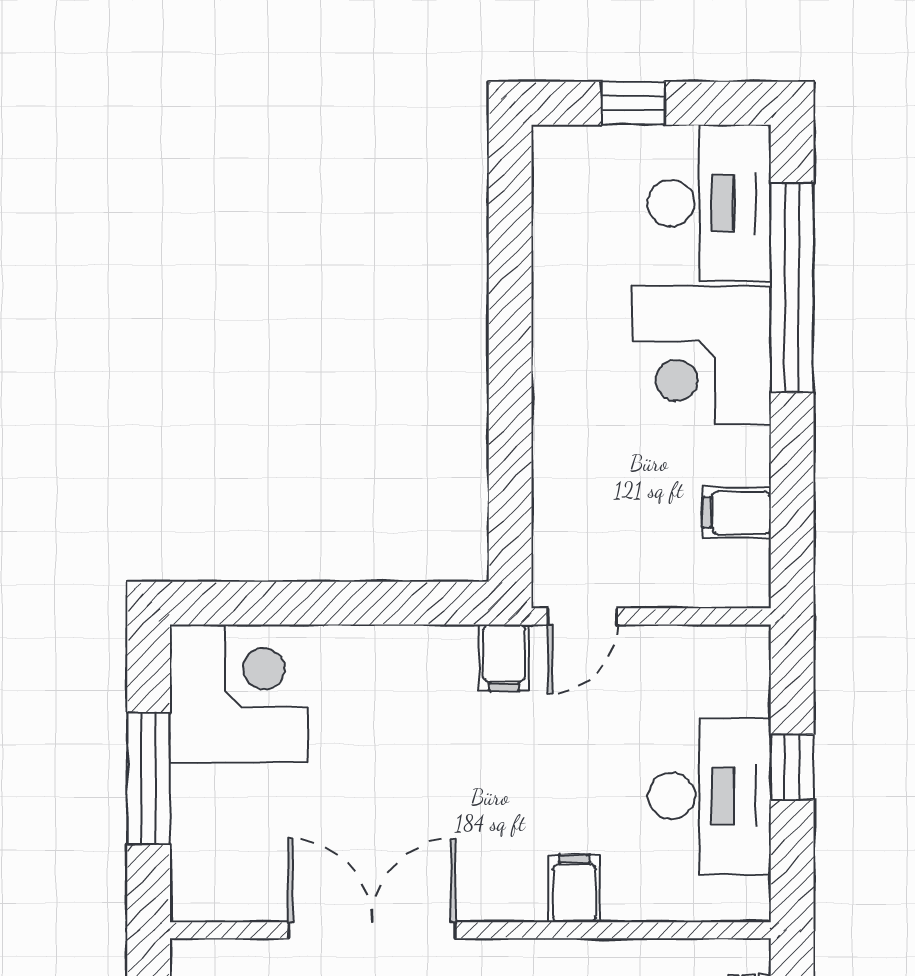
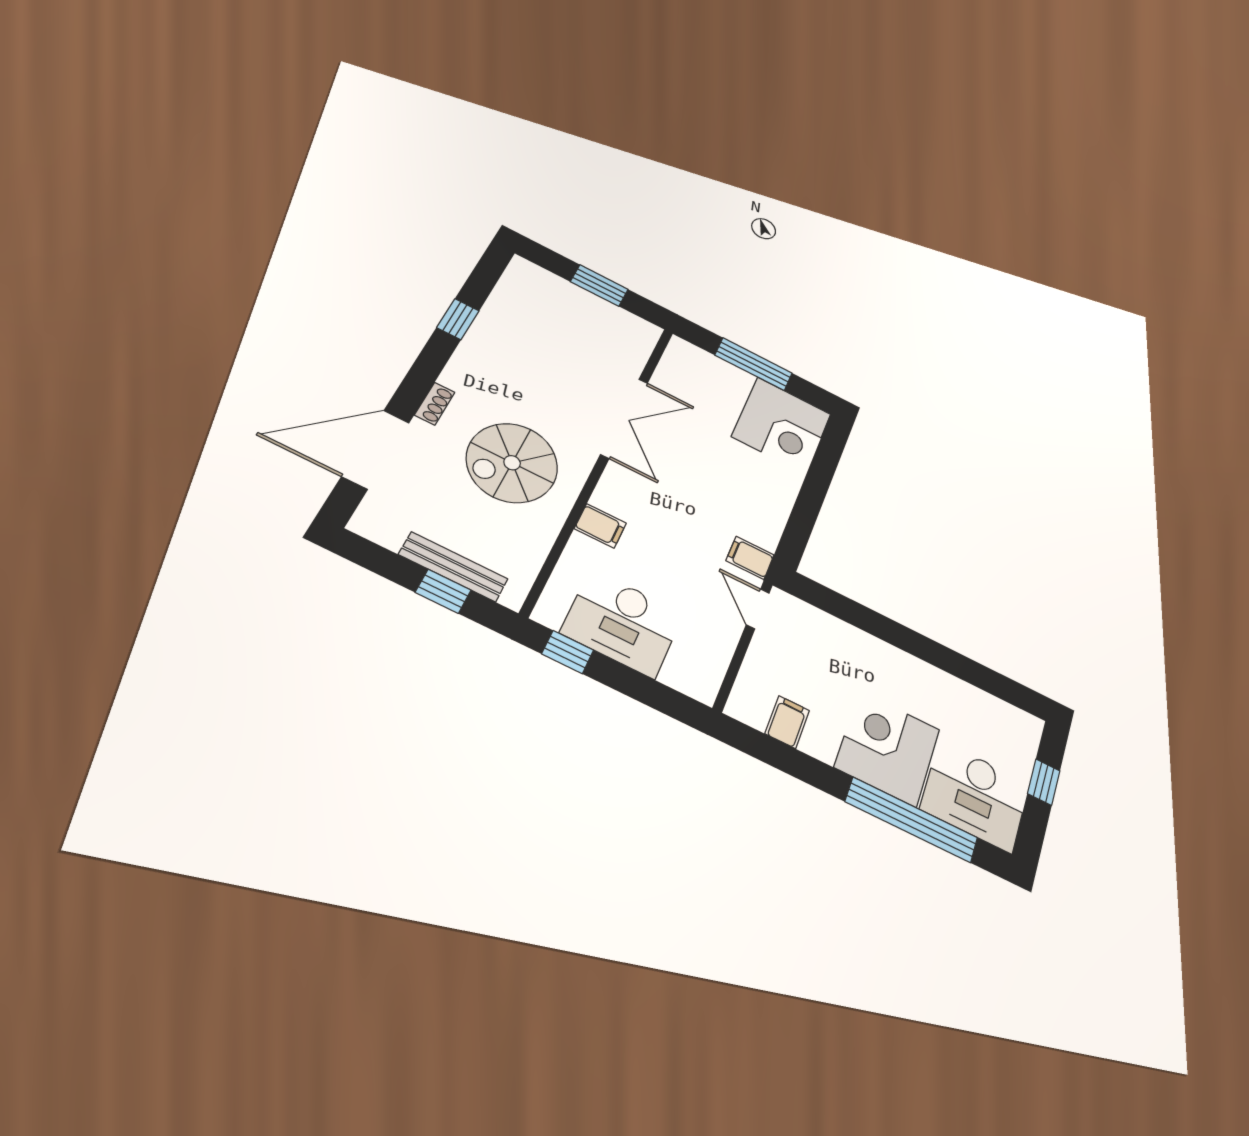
window: (792, 767) -> (568, 652), moved

